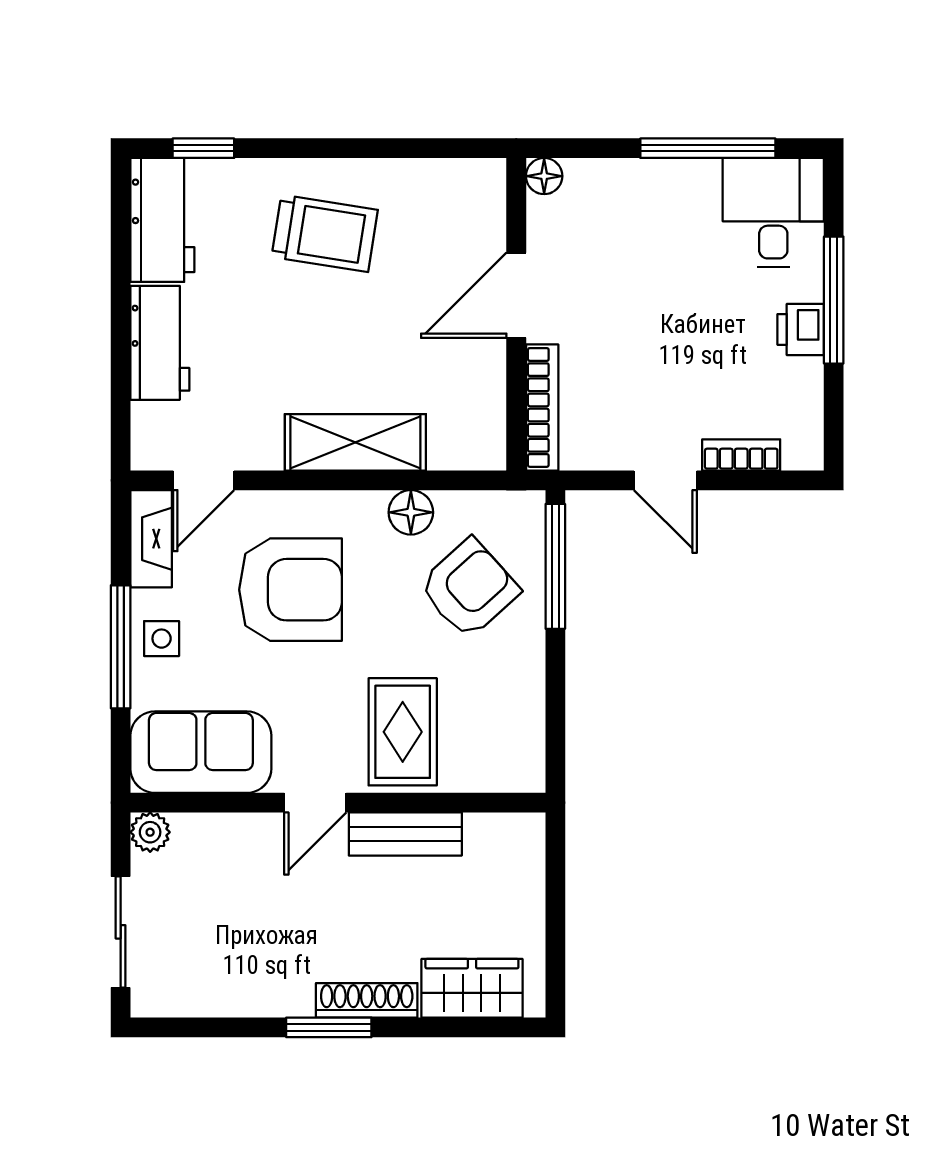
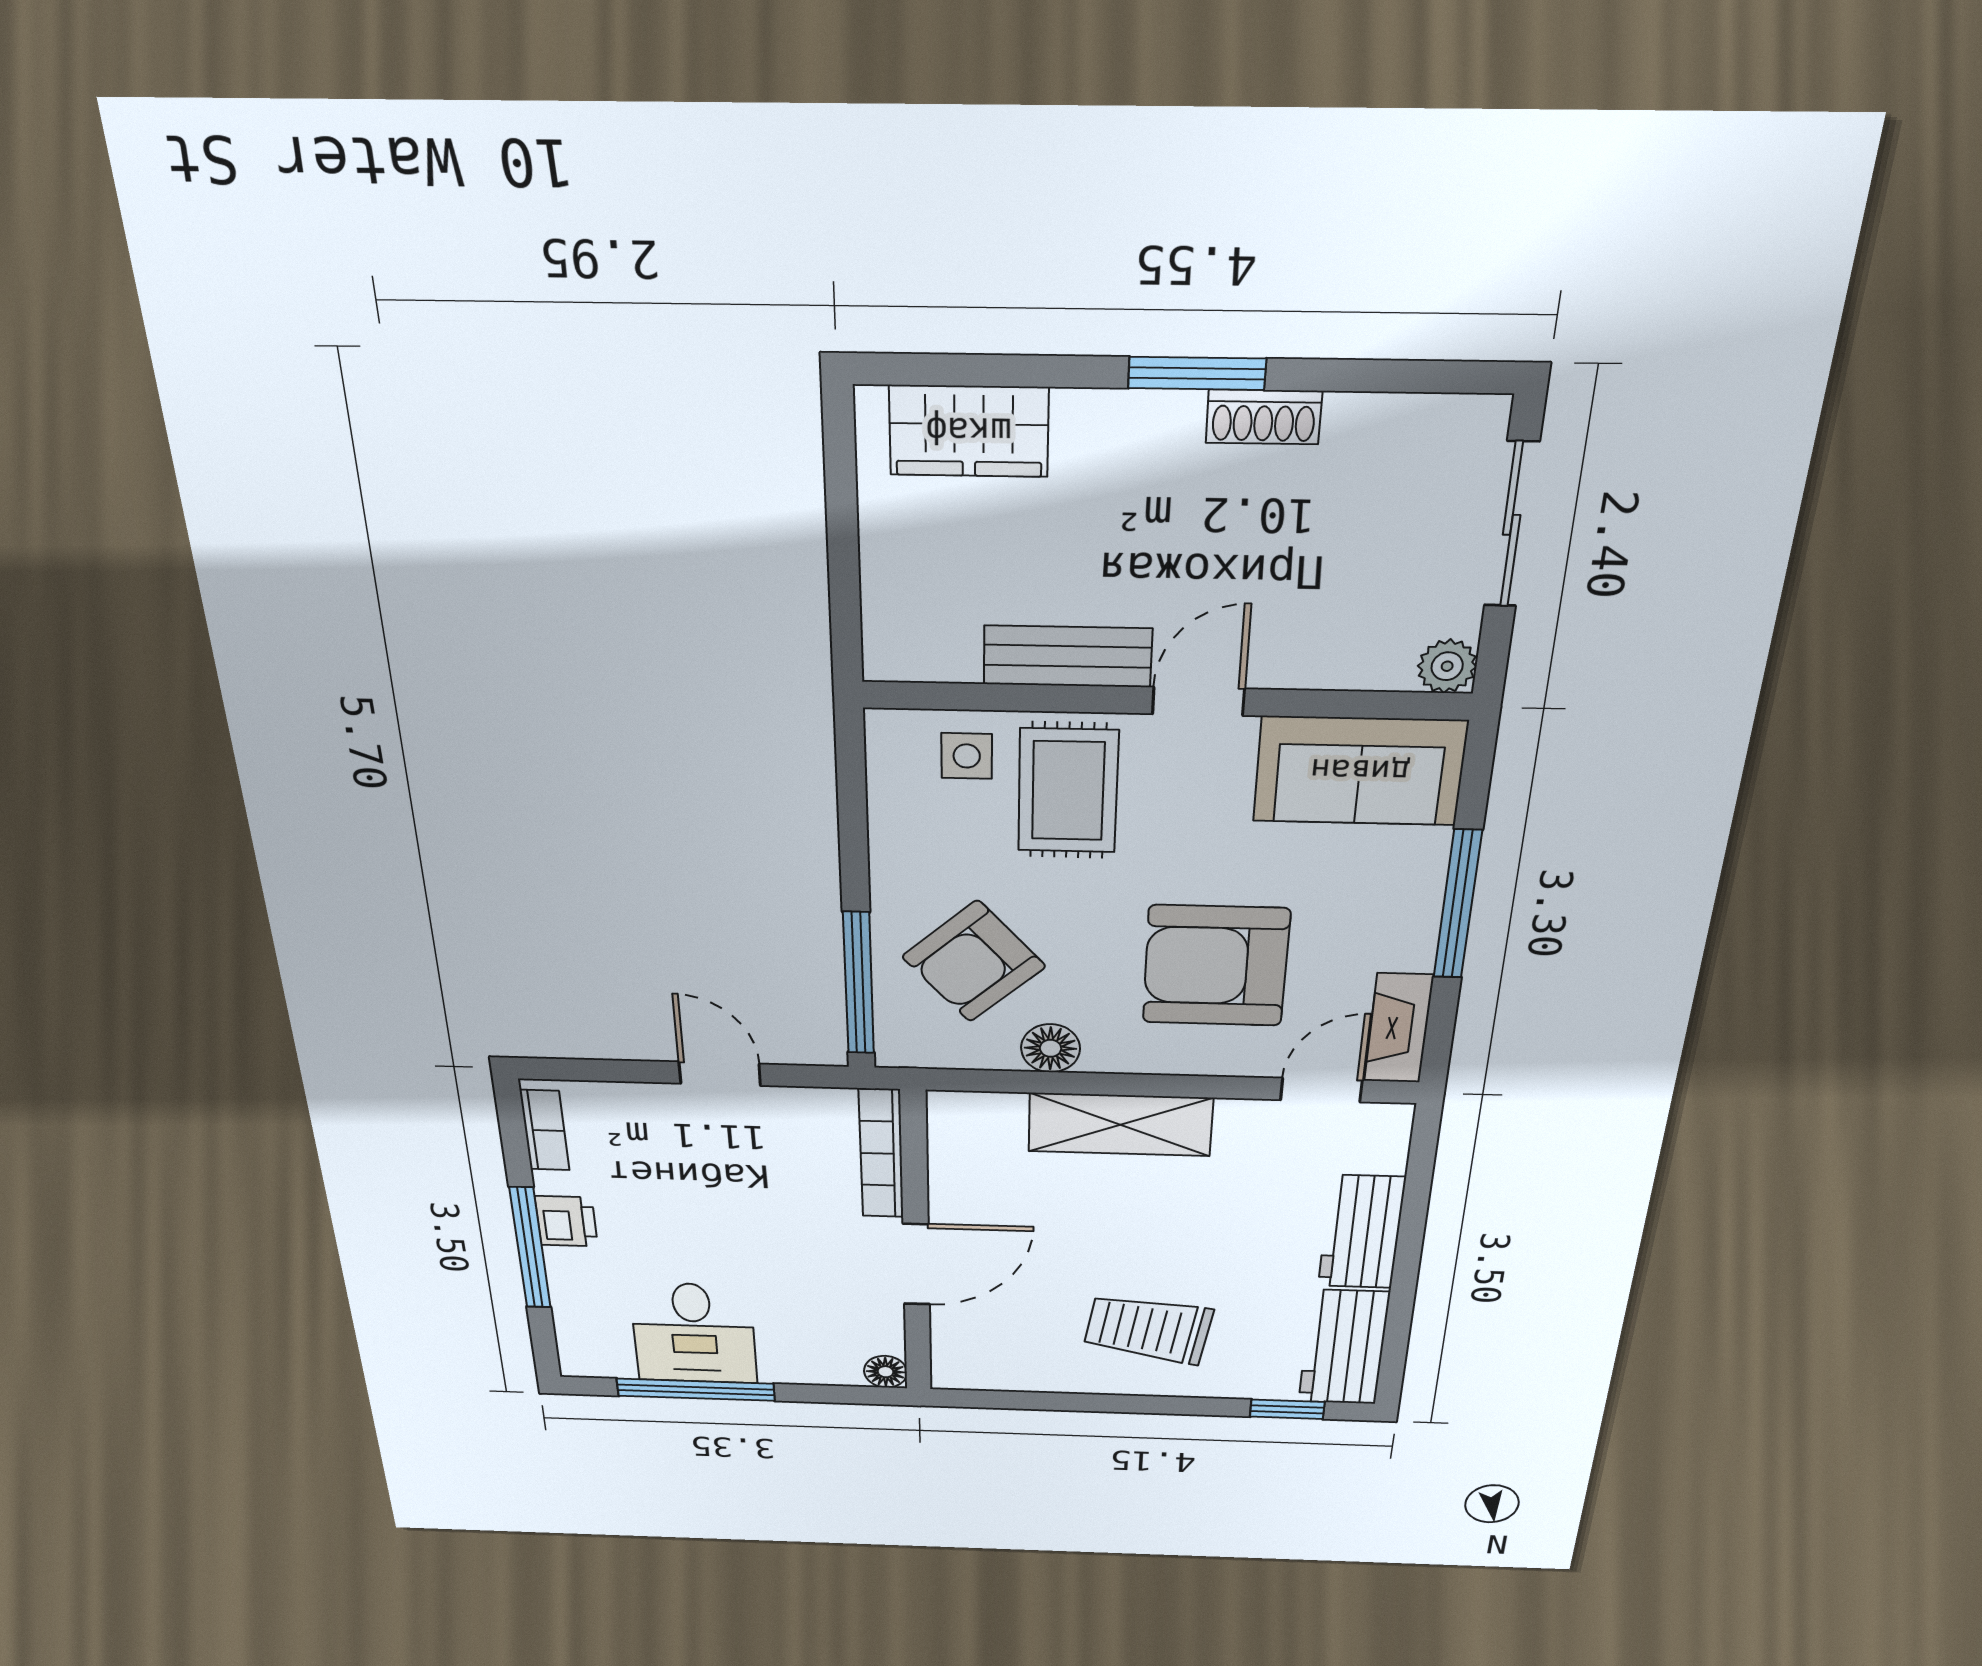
desk: (773, 213) -> (694, 1333), moved
bookcase: (741, 455) -> (545, 1130), moved, turned -90
side table: (162, 639) -> (967, 756), moved
shoe rack: (367, 1000) -> (1264, 417), moved, width x0.70

